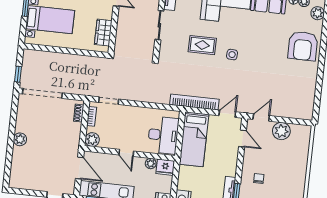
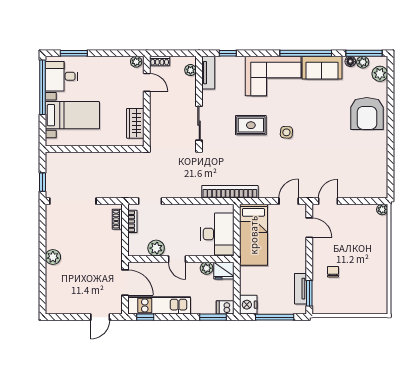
sliding door: (159, 25) -> (199, 123), moved
bookcase: (194, 102) -> (230, 192), moved
plant: (281, 131) -> (382, 209), moved, width x0.53, depth x0.53
plant: (92, 140) -> (156, 248), moved

